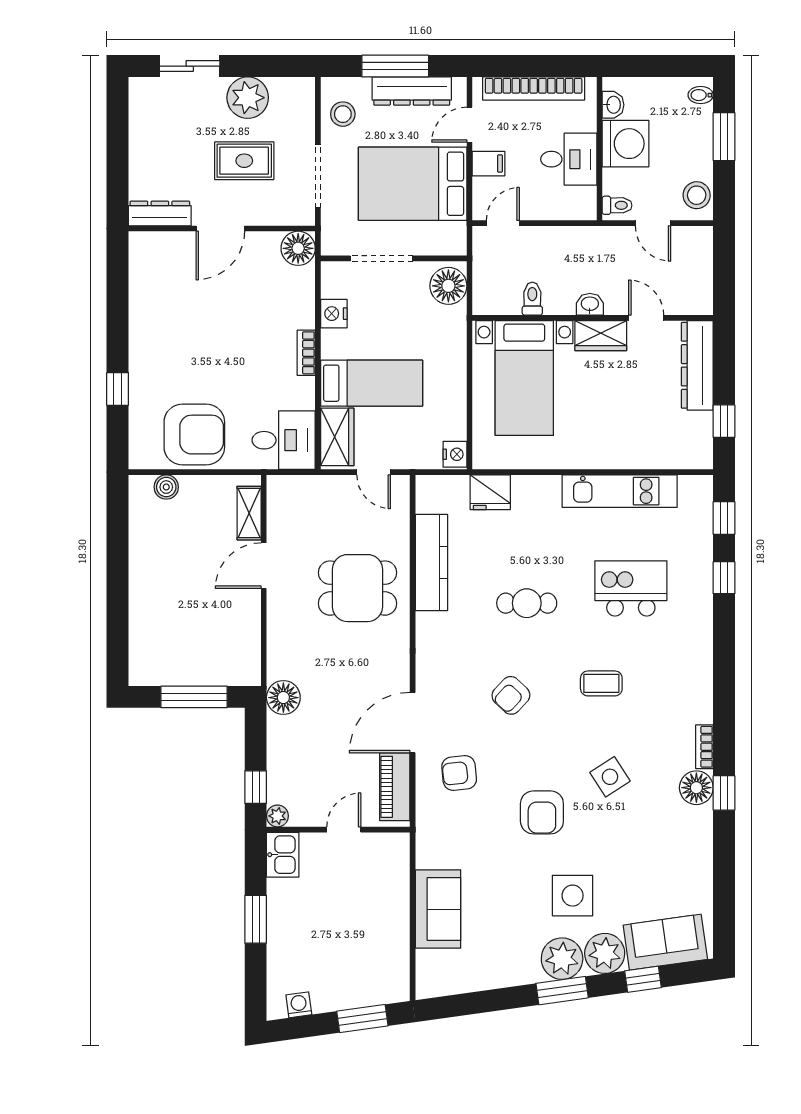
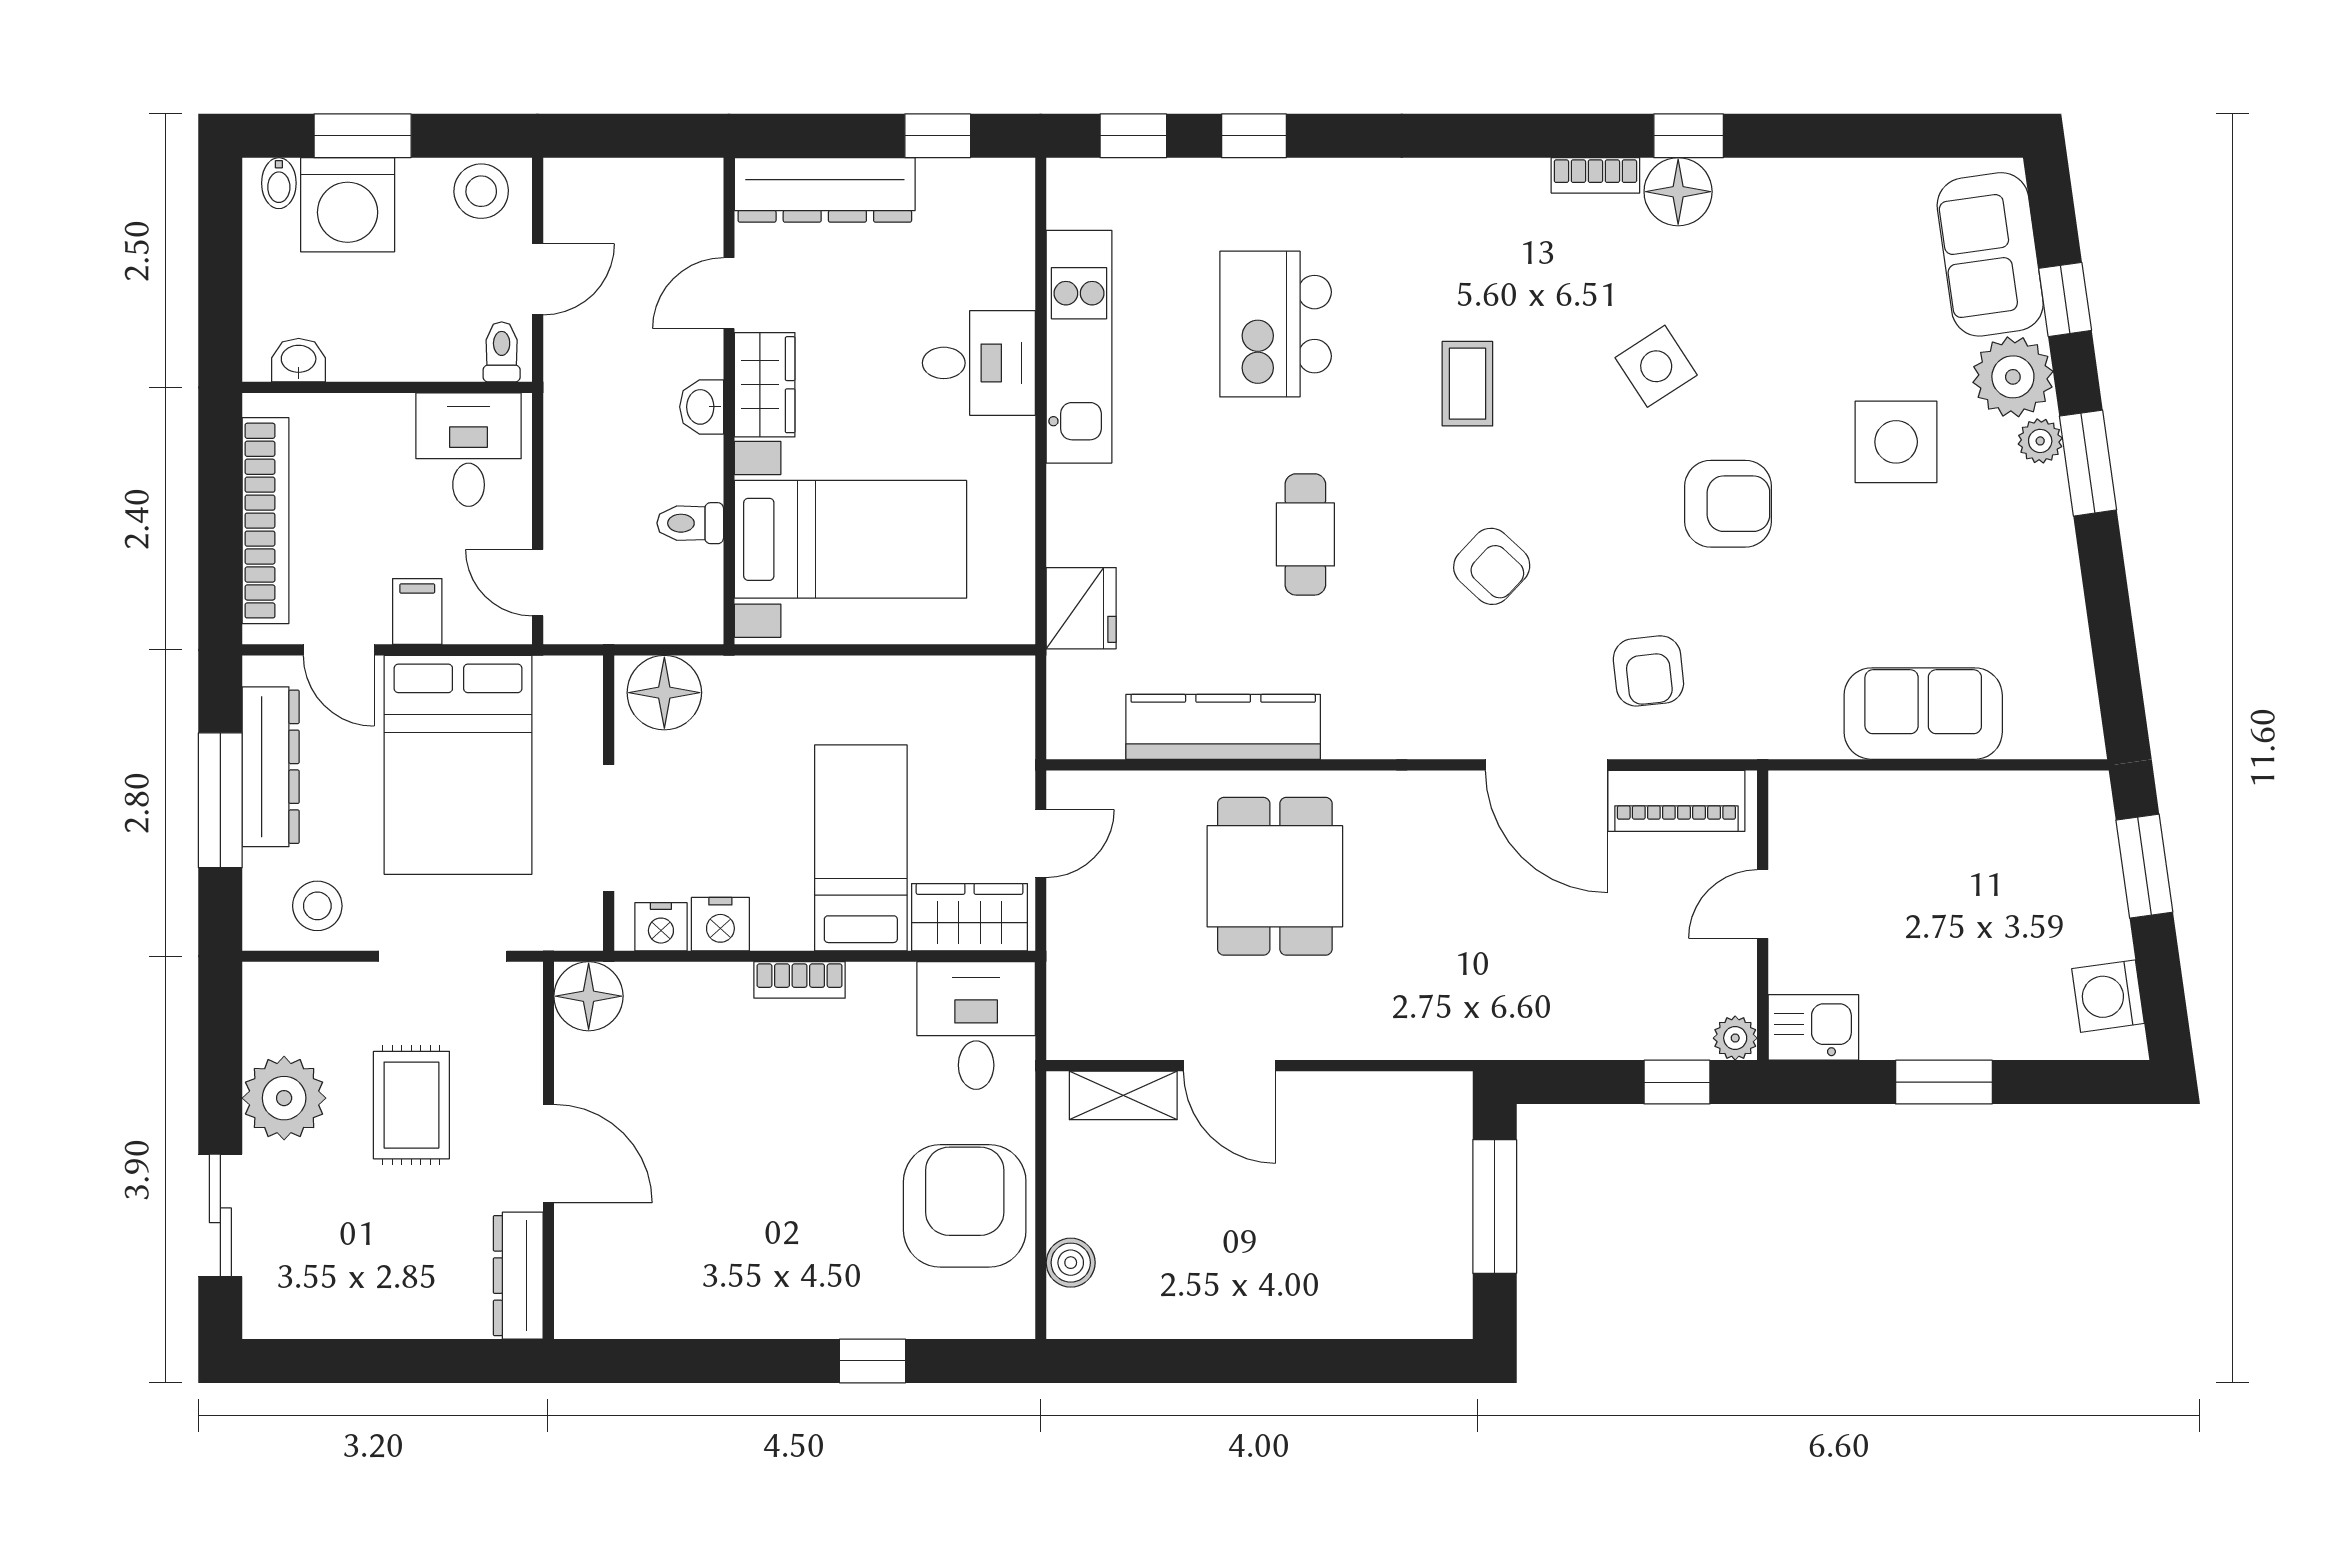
washing machine: (625, 144) -> (348, 205), moved, turned 180
desk: (569, 159) -> (469, 450), moved
desk: (612, 442) -> (979, 363), added
nightstand: (455, 454) -> (661, 927), moved, turned 180
floor lamp: (283, 698) -> (1496, 1026), removed
door: (344, 830) -> (1763, 904), hinge flipped
plant: (562, 959) -> (2040, 441), width x0.53, depth x0.53
washing machine: (299, 1005) -> (2108, 996), width x1.38, depth x1.38

